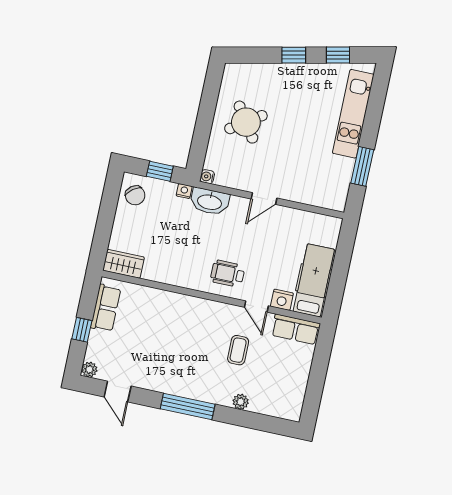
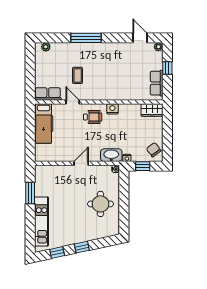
round table: (246, 122) -> (100, 204), turned 34
nightstand: (282, 300) -> (112, 109), moved
plant: (241, 402) -> (46, 47), moved
window: (188, 407) -> (86, 38), moved

